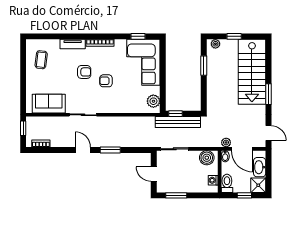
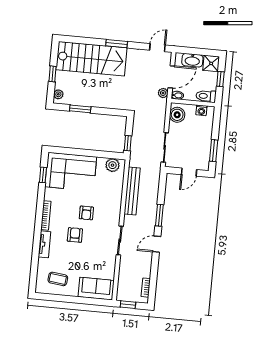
sofa: (49, 104) -> (96, 289), moved, turned 90
bench: (178, 122) -> (132, 191), moved

